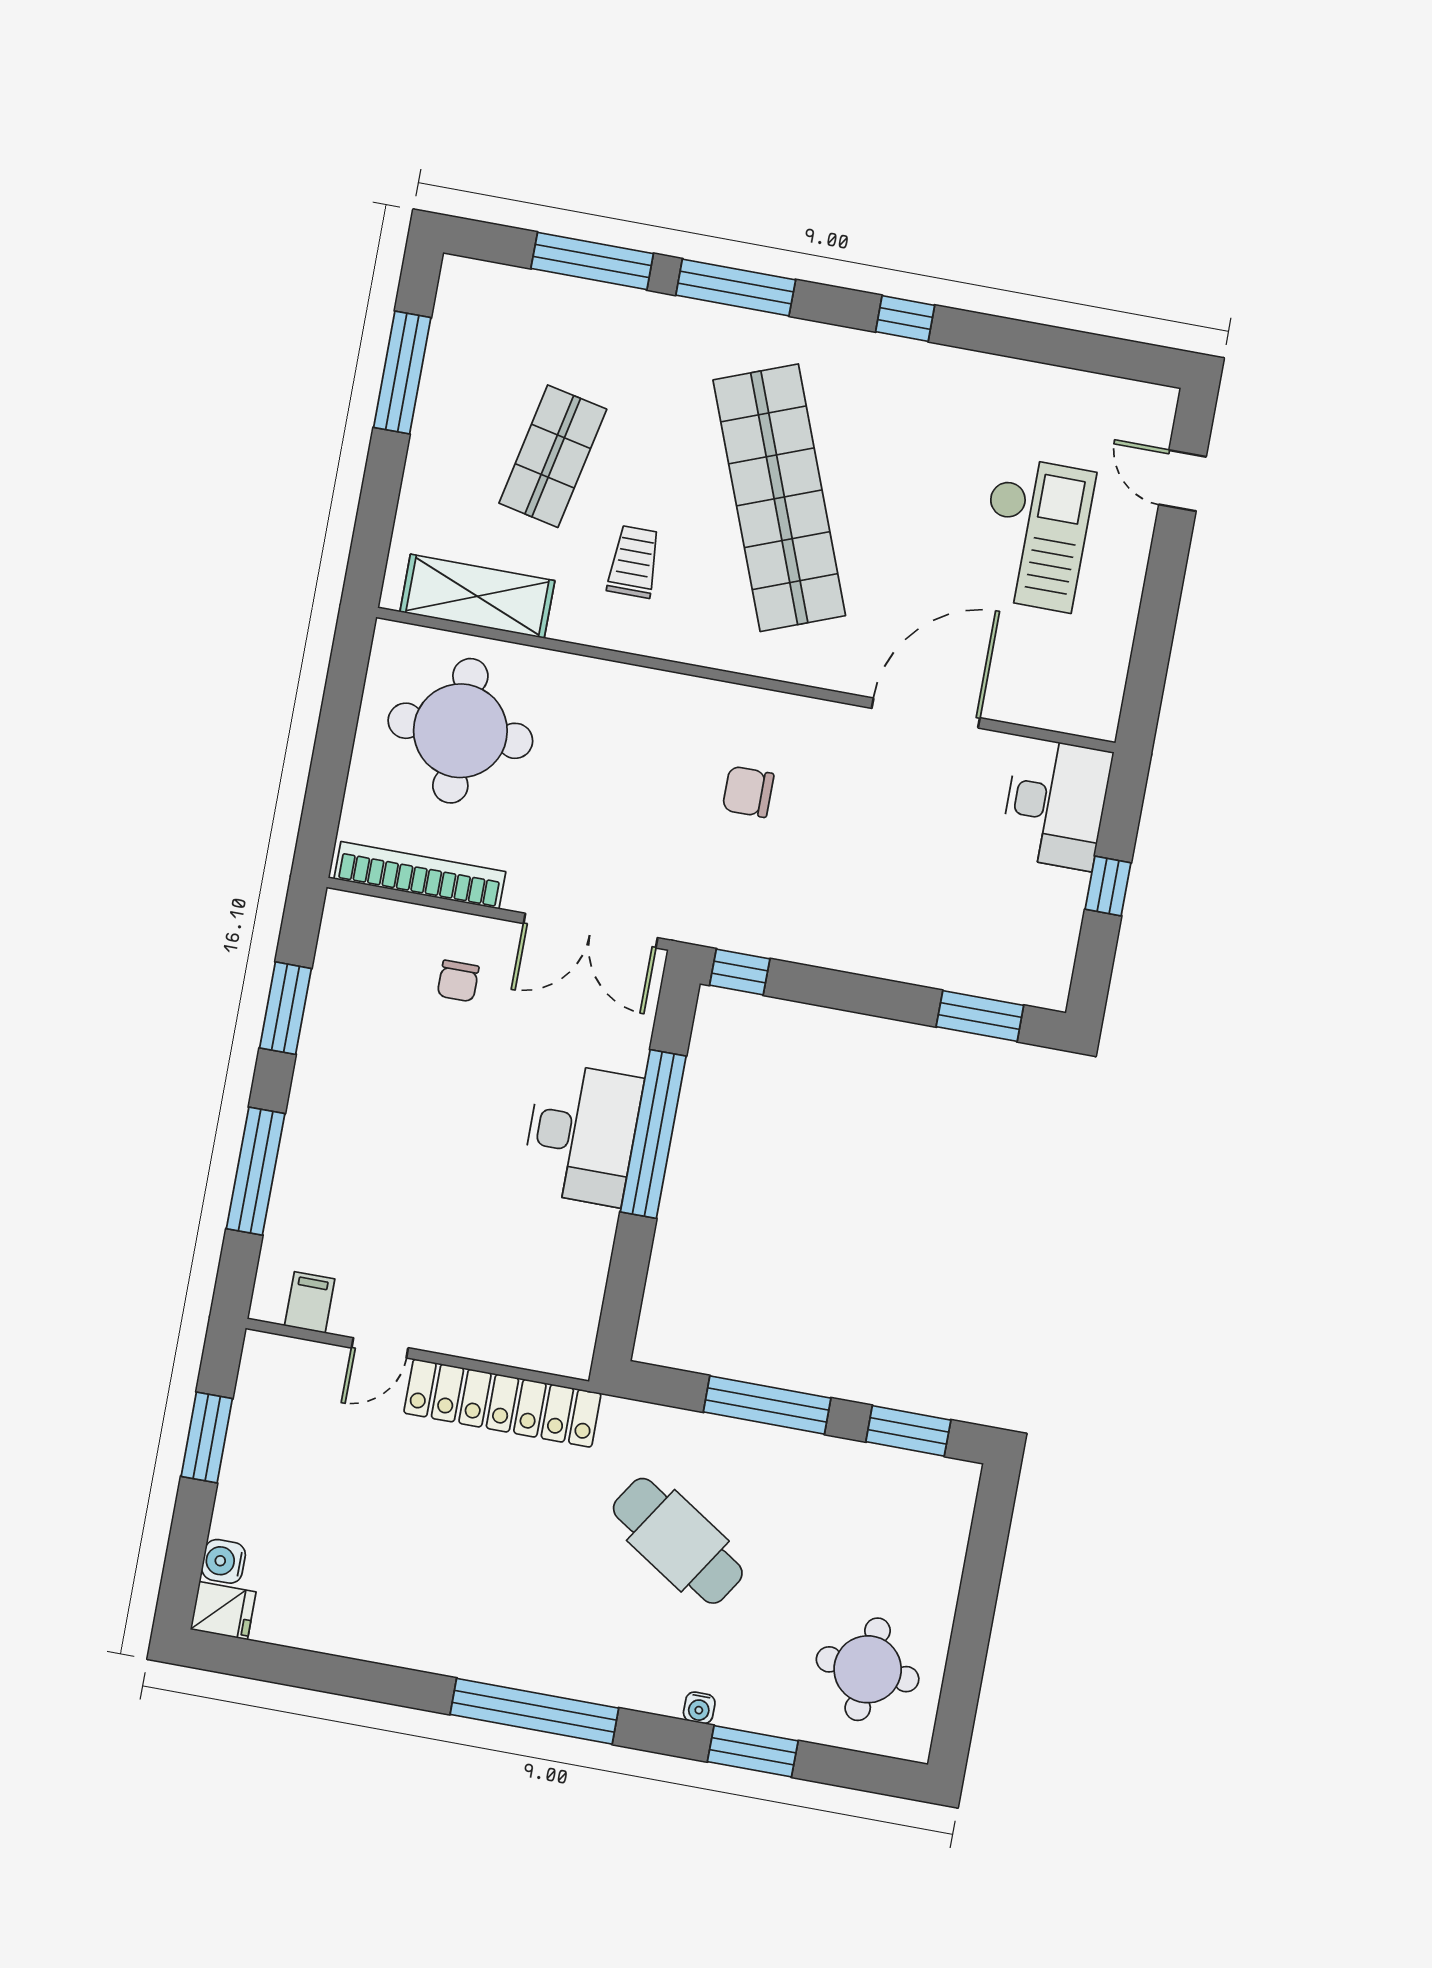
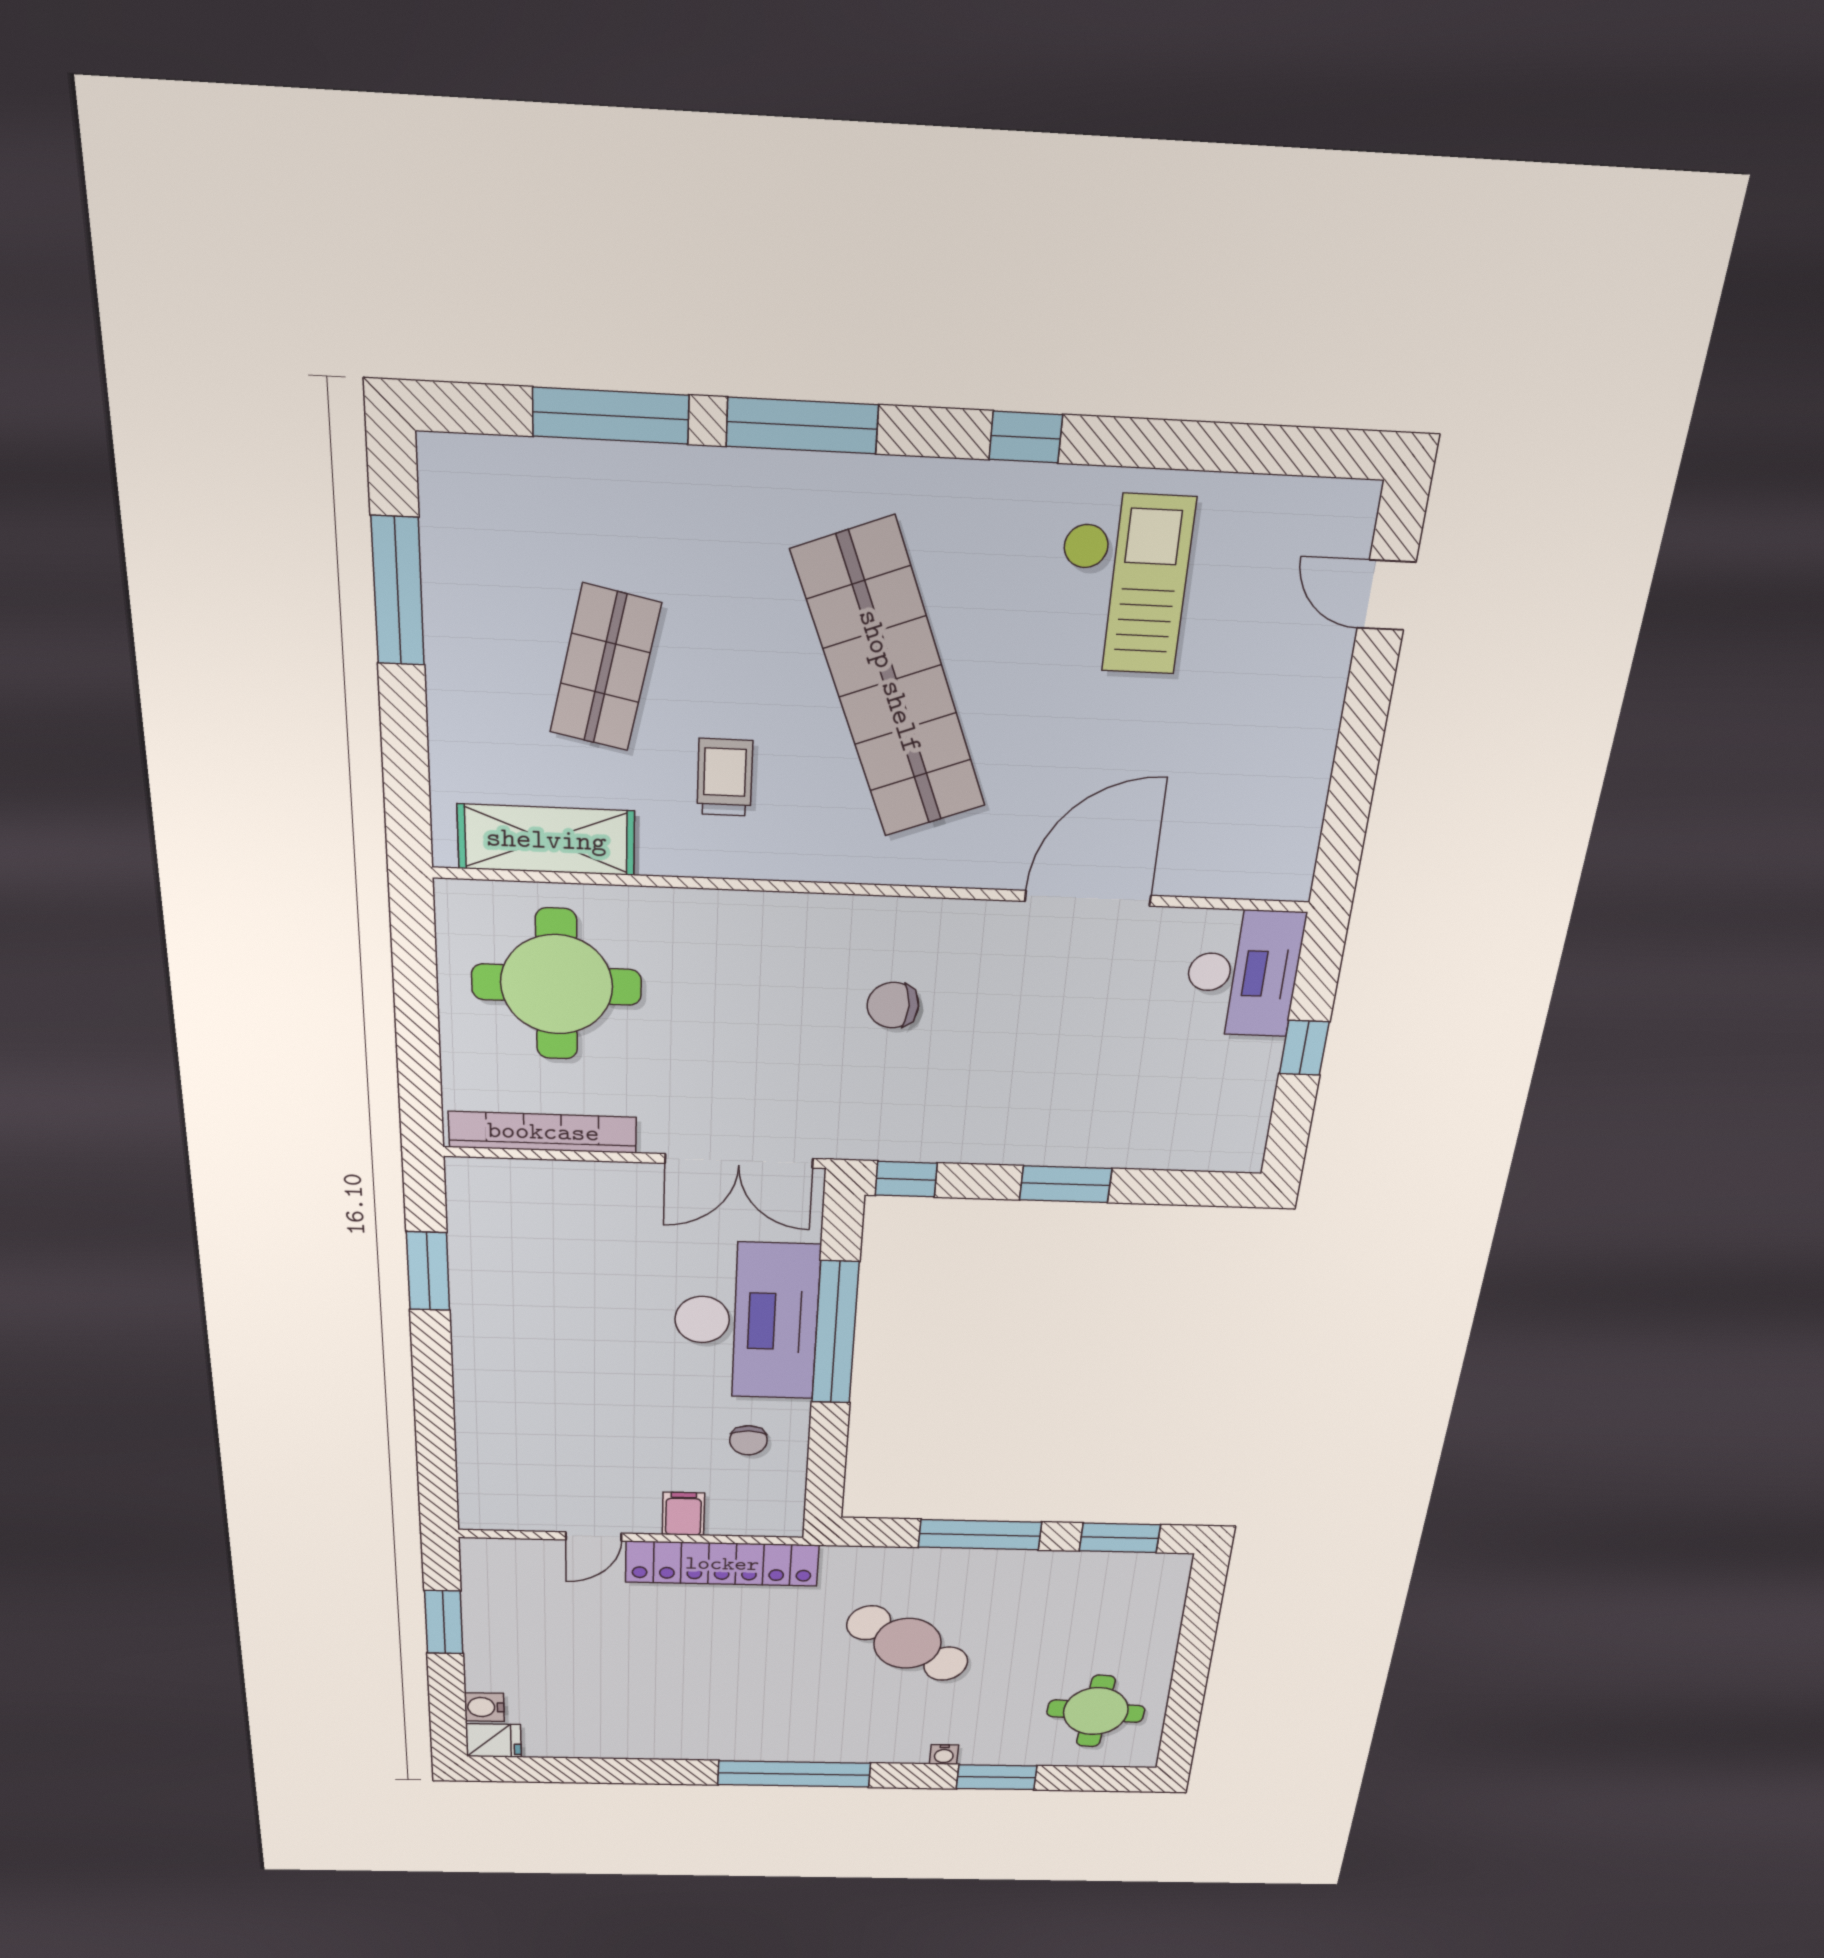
checkout: (1034, 534) -> (1122, 584), moved
chair: (458, 981) -> (748, 1440), moved
window: (980, 1016) -> (1066, 1184), moved
desk: (582, 1134) -> (746, 1321), width x1.36, depth x1.30
window: (256, 1171) -> (434, 1413), removed
filing cabinet: (310, 1302) -> (683, 1514), moved

